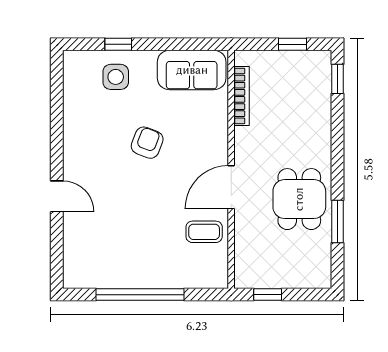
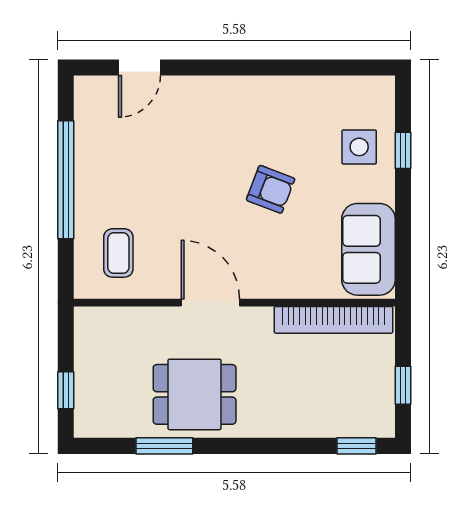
bookcase: (242, 96) -> (333, 320), width x1.48, depth x1.31
door: (57, 196) -> (140, 68), moved
coffee table: (204, 232) -> (118, 253), moved
window: (268, 295) -> (66, 390), moved

